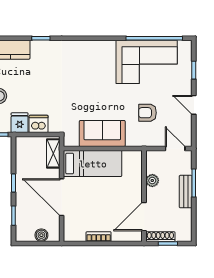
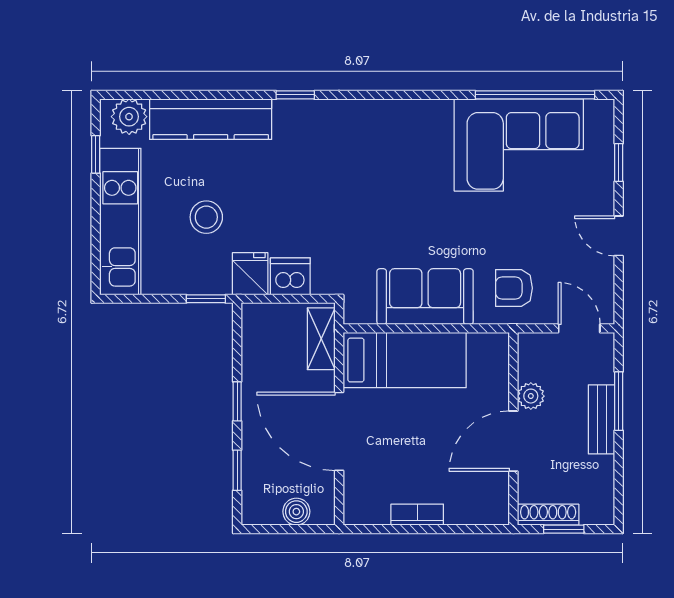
armchair: (147, 113) -> (514, 288), moved
door: (144, 217) -> (513, 441), moved

